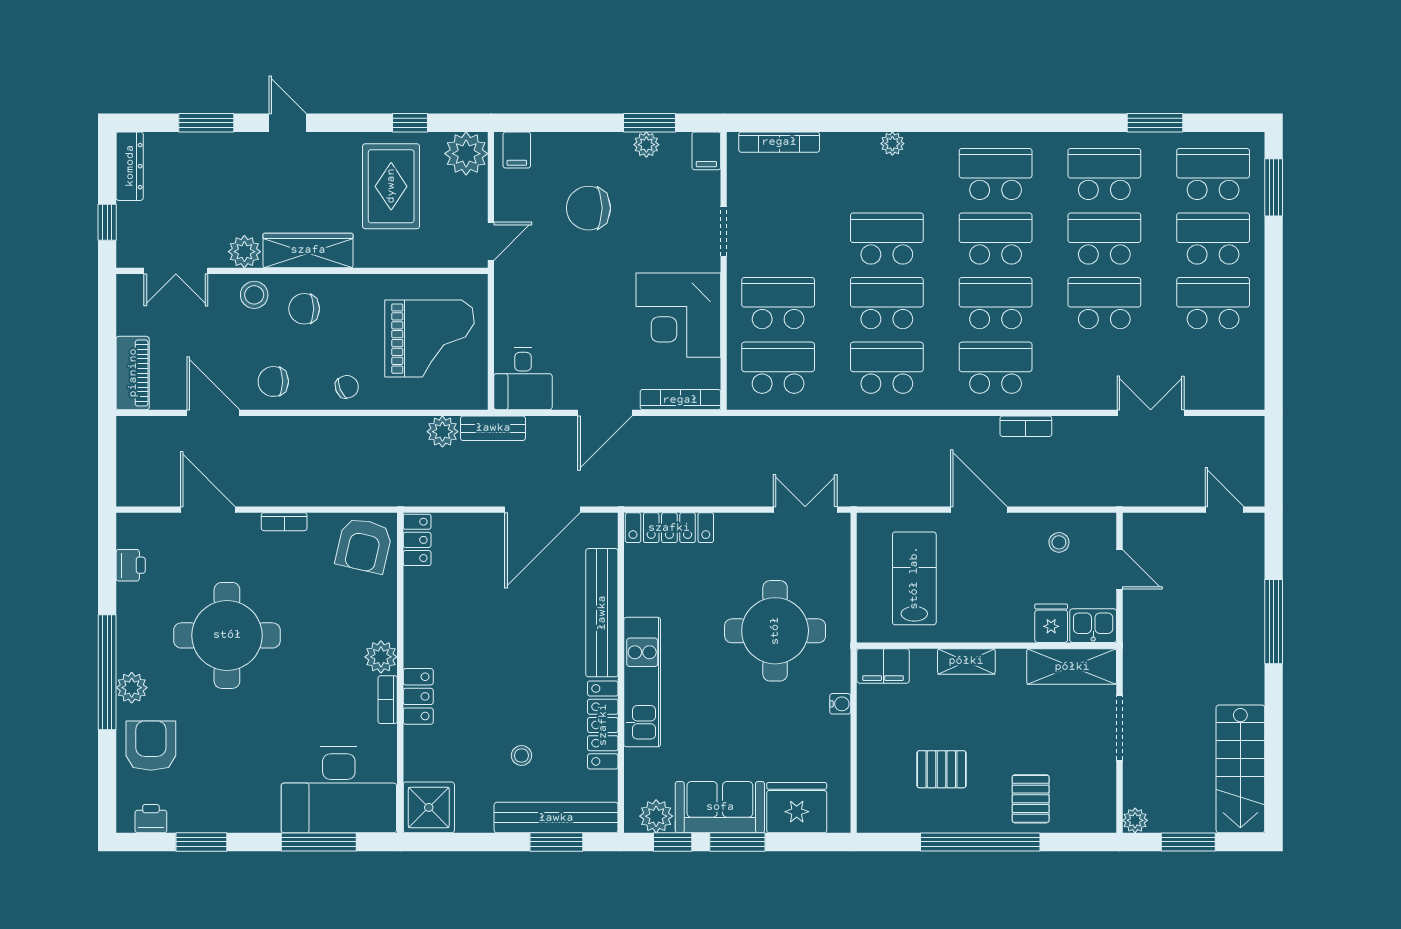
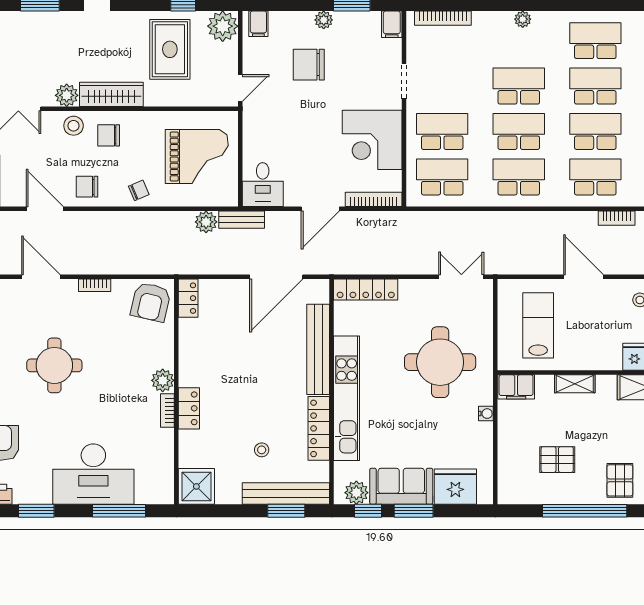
plant: (646, 145) -> (324, 20), moved
round table: (227, 635) -> (54, 365), width x0.73, depth x0.73
kitchen unit: (642, 682) -> (347, 398), width x1.36
desk: (339, 790) -> (93, 474), moved

